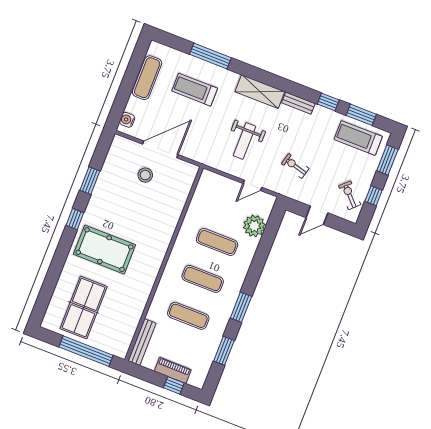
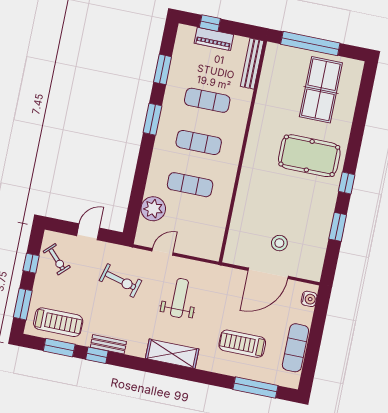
window: (210, 56) -> (255, 388), moved
treadmill: (195, 90) -> (242, 344), turned 180
bench: (298, 103) -> (108, 344), moved
exercise bike: (295, 166) -> (120, 281), width x1.38, depth x1.39

